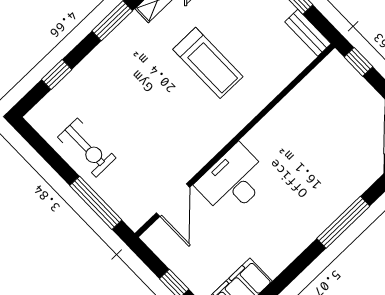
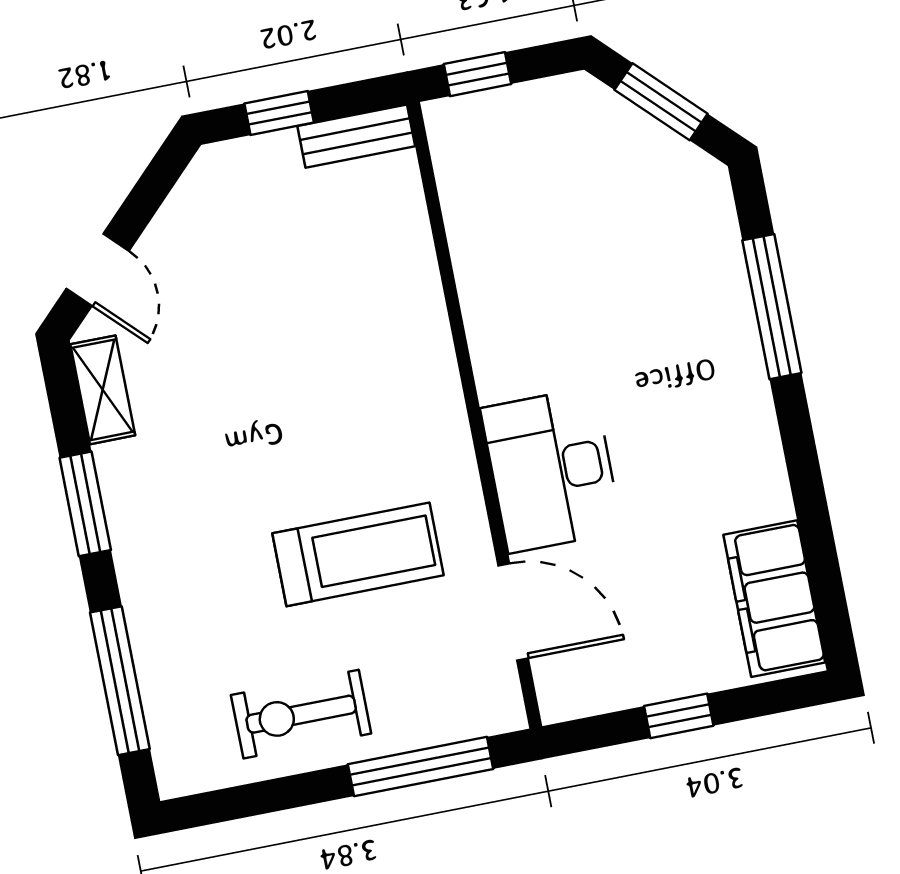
treadmill: (208, 63) -> (358, 554), moved
window: (57, 74) -> (120, 681), width x2.17
exercise bike: (87, 148) -> (301, 714), turned 180

